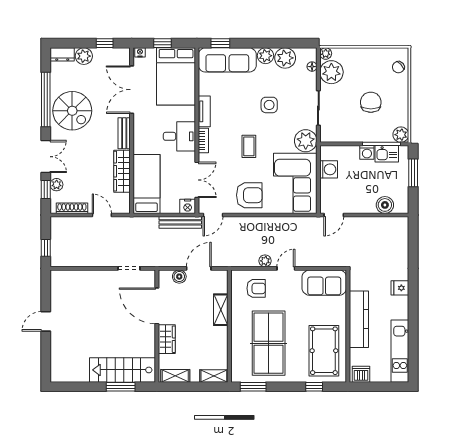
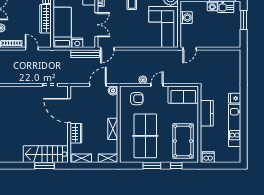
armchair: (249, 195) -> (132, 35), removed
boiler: (385, 205) -> (224, 42), removed
nightstand: (188, 206) -> (77, 43), moved
boiler: (179, 277) -> (113, 91), moved
shelving: (221, 310) -> (113, 129), moved
kitchen counter: (359, 319) -> (207, 113), width x0.67
kitchen unit: (400, 351) -> (235, 125), moved
window: (253, 387) -> (152, 166), moved

